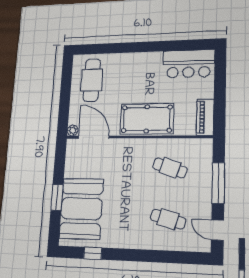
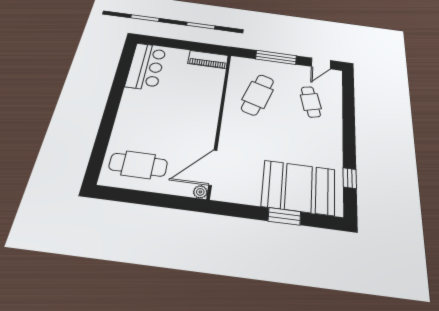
pool table: (147, 119) -> (200, 110), removed
cafe table: (170, 168) -> (258, 95), width x1.37, depth x1.35
cafe table: (168, 219) -> (311, 102), turned -30

